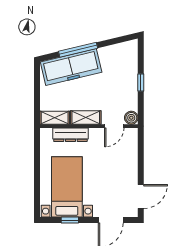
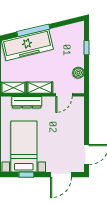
window: (141, 82) -> (86, 48), moved
boiler: (131, 118) -> (78, 73), moved

